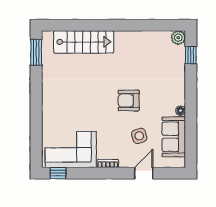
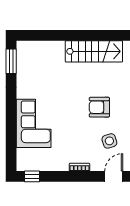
stairs: (84, 42) -> (94, 51), moved
corner sofa: (71, 150) -> (34, 123), moved, turned 90

